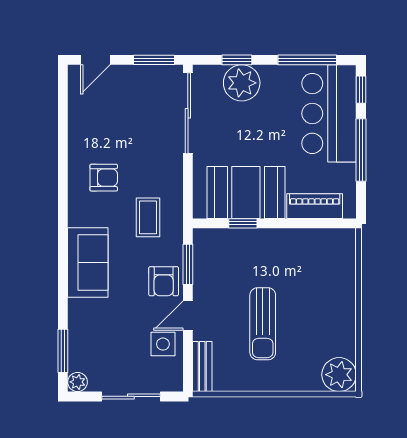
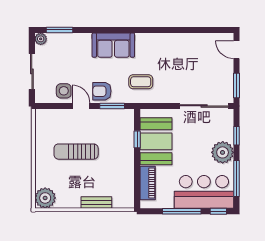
plant: (242, 83) -> (223, 152), moved
armchair: (104, 178) -> (165, 55), removed
bench: (202, 367) -> (96, 202), moved

